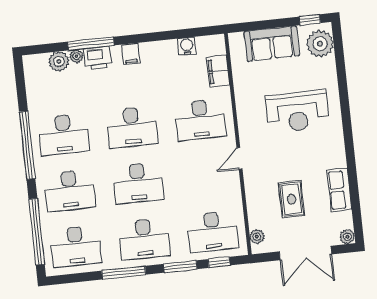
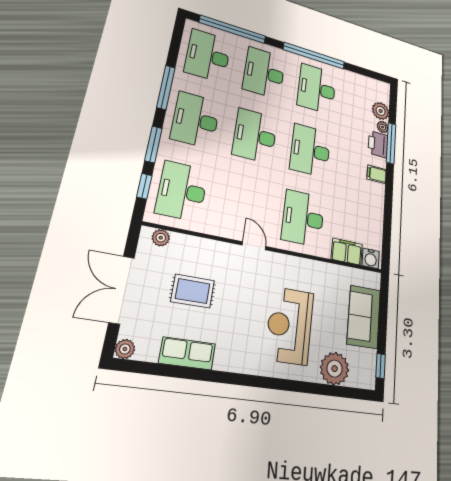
plant: (320, 44) -> (335, 369), moved
water cooler: (187, 46) -> (371, 258), moved, turned 90

